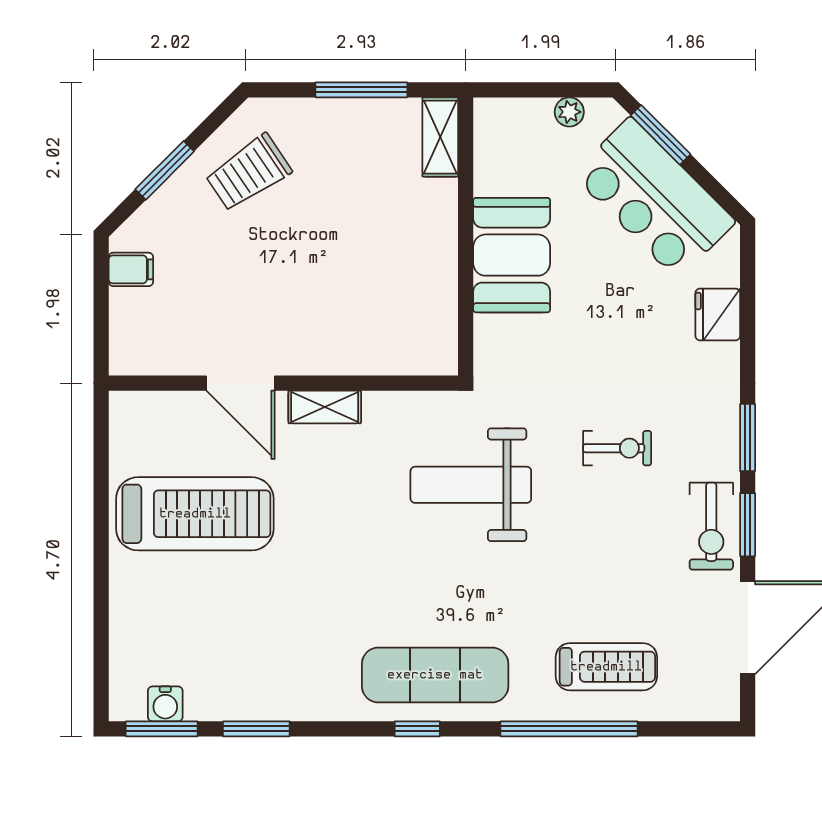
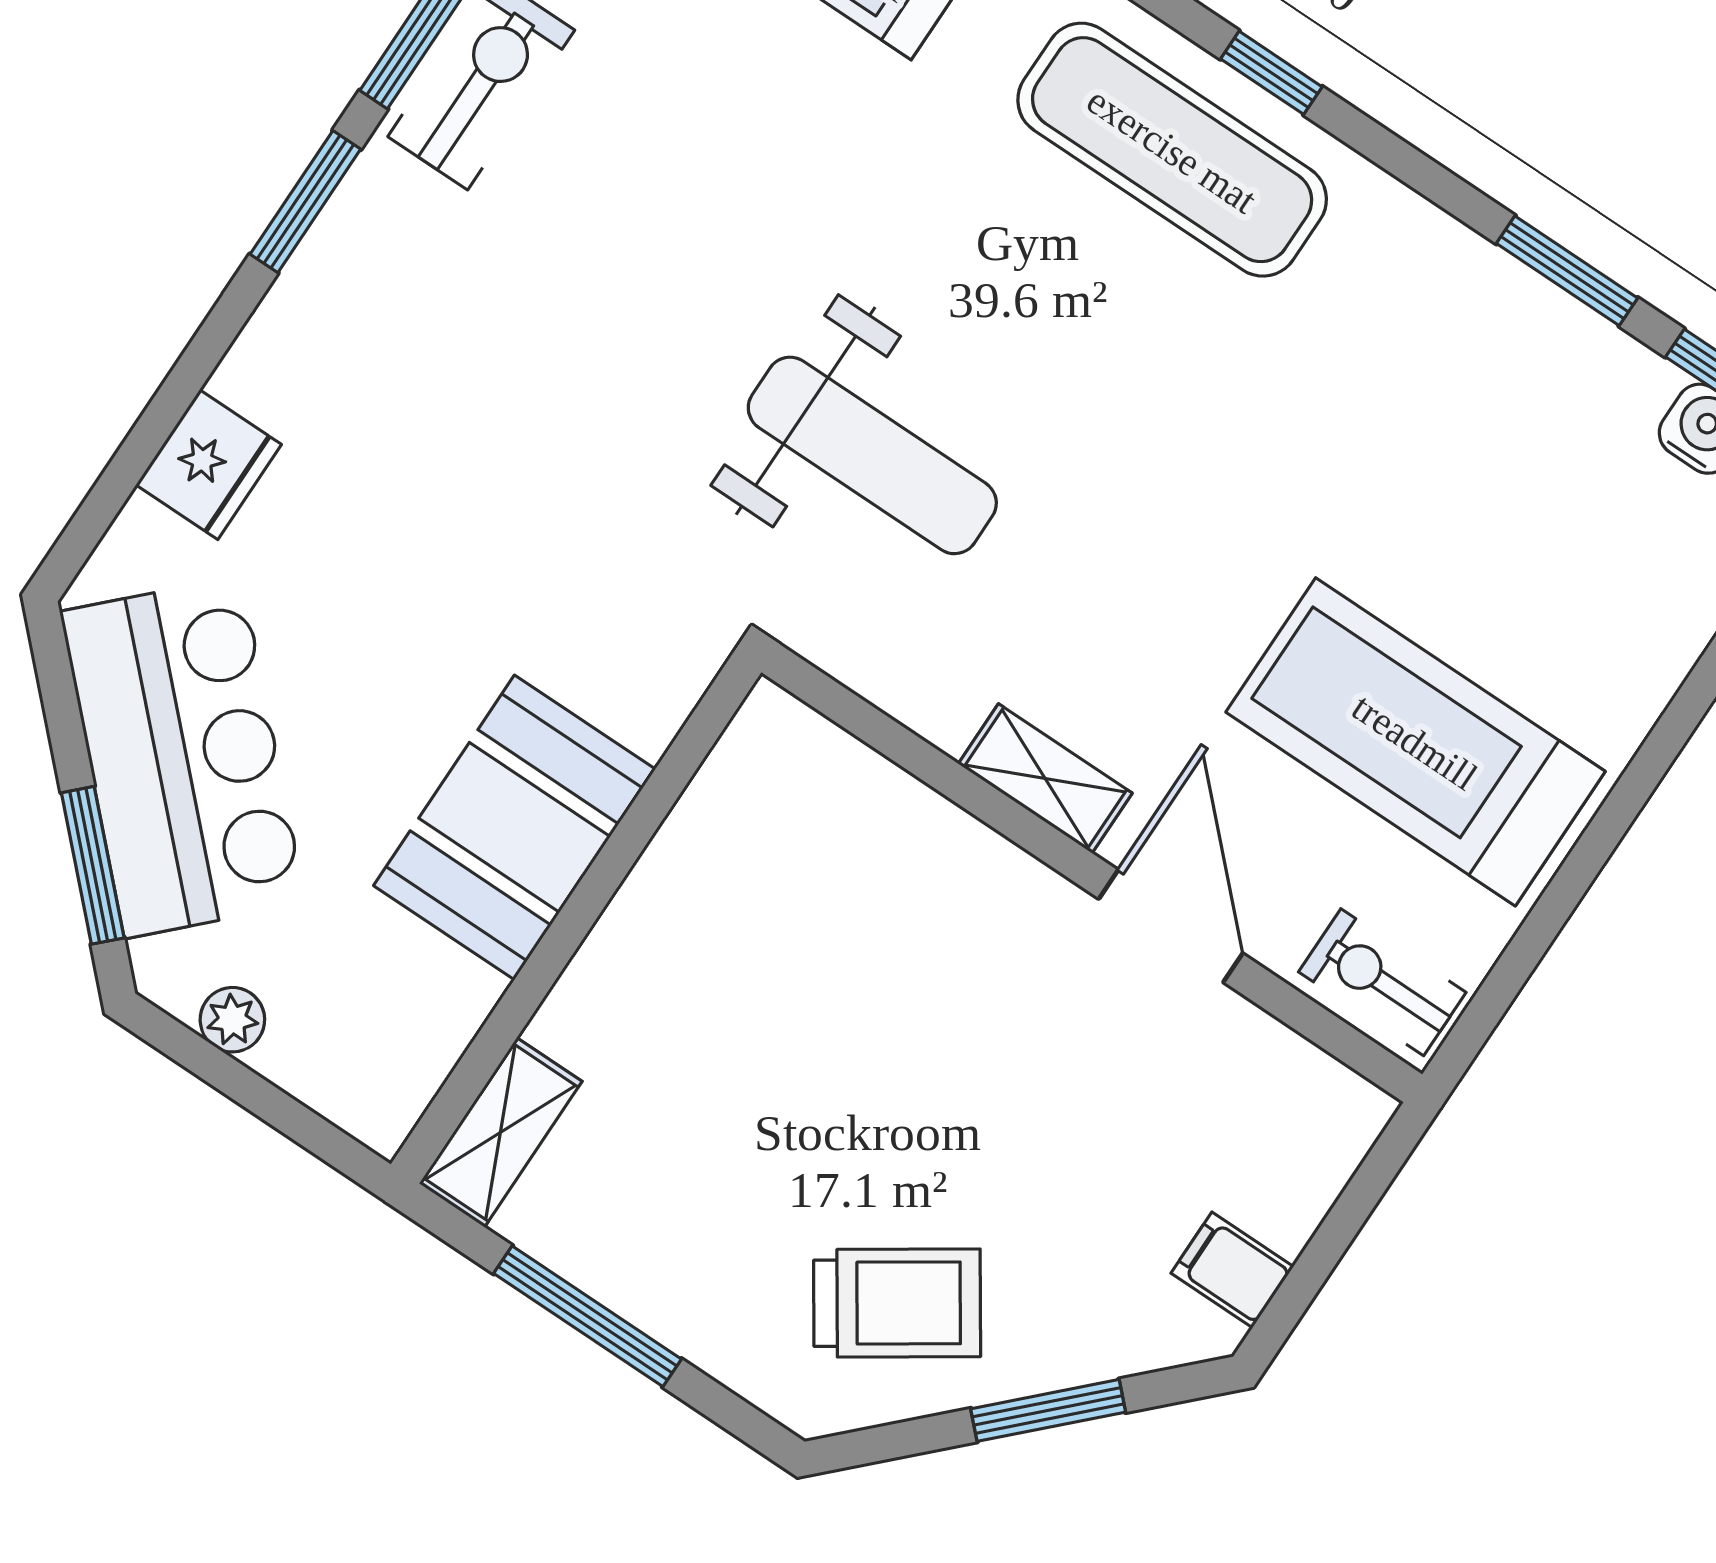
exercise bike: (617, 448) -> (1382, 982), moved

